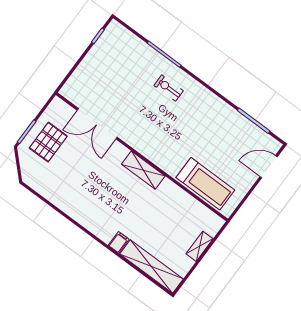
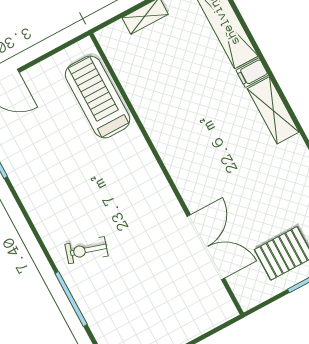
exercise bike: (169, 88) -> (87, 250), turned 107
shelving: (143, 170) -> (273, 110), moved

